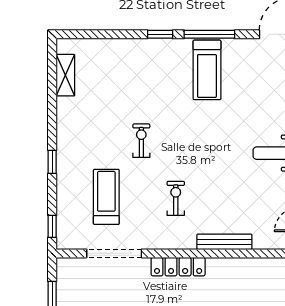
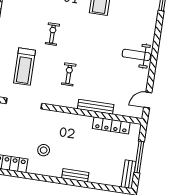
treadmill: (106, 197) -> (25, 67), turned 180
locker: (178, 267) -> (111, 125), moved

